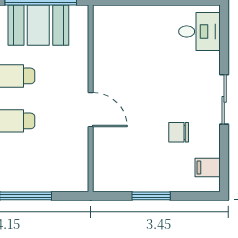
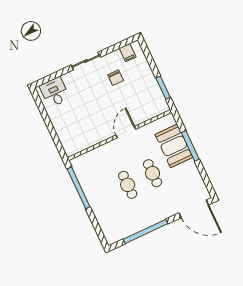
booth: (38, 25) -> (174, 146), moved
window: (151, 196) -> (163, 88), moved

